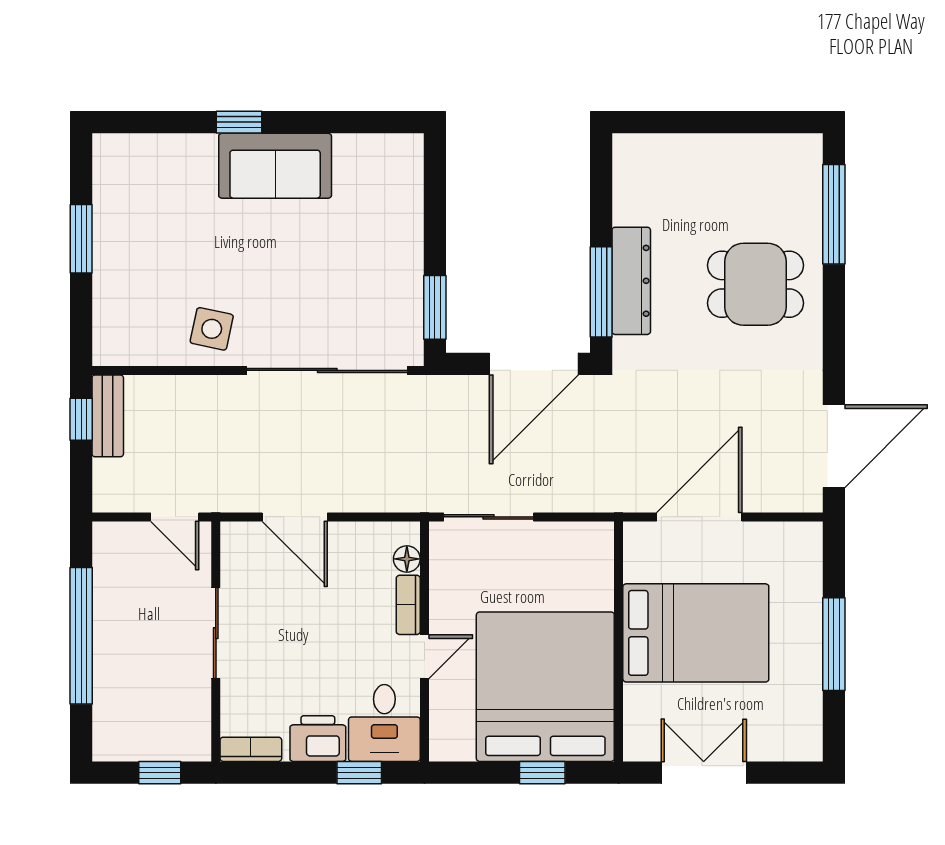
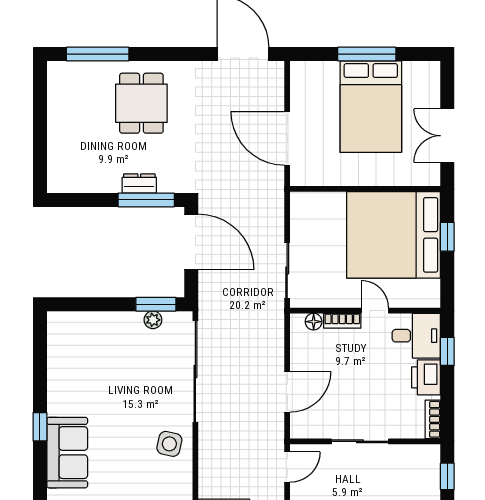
sofa: (275, 166) -> (67, 453), moved
dresser: (631, 281) -> (139, 183), width x0.51, depth x0.80
plant: (410, 303) -> (153, 320), added
bed: (696, 633) -> (371, 107), moved, turned 180

